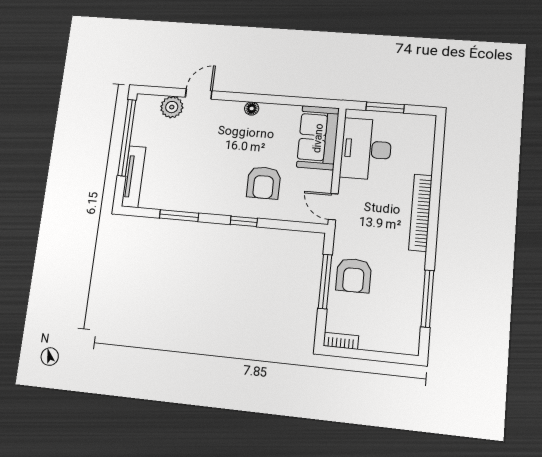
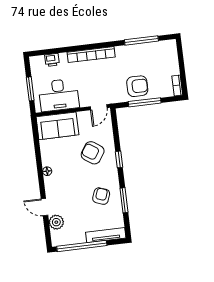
printer: (424, 150) -> (52, 60), added
armchair: (194, 182) -> (101, 196), added
armchair: (264, 183) -> (93, 153), turned -146

